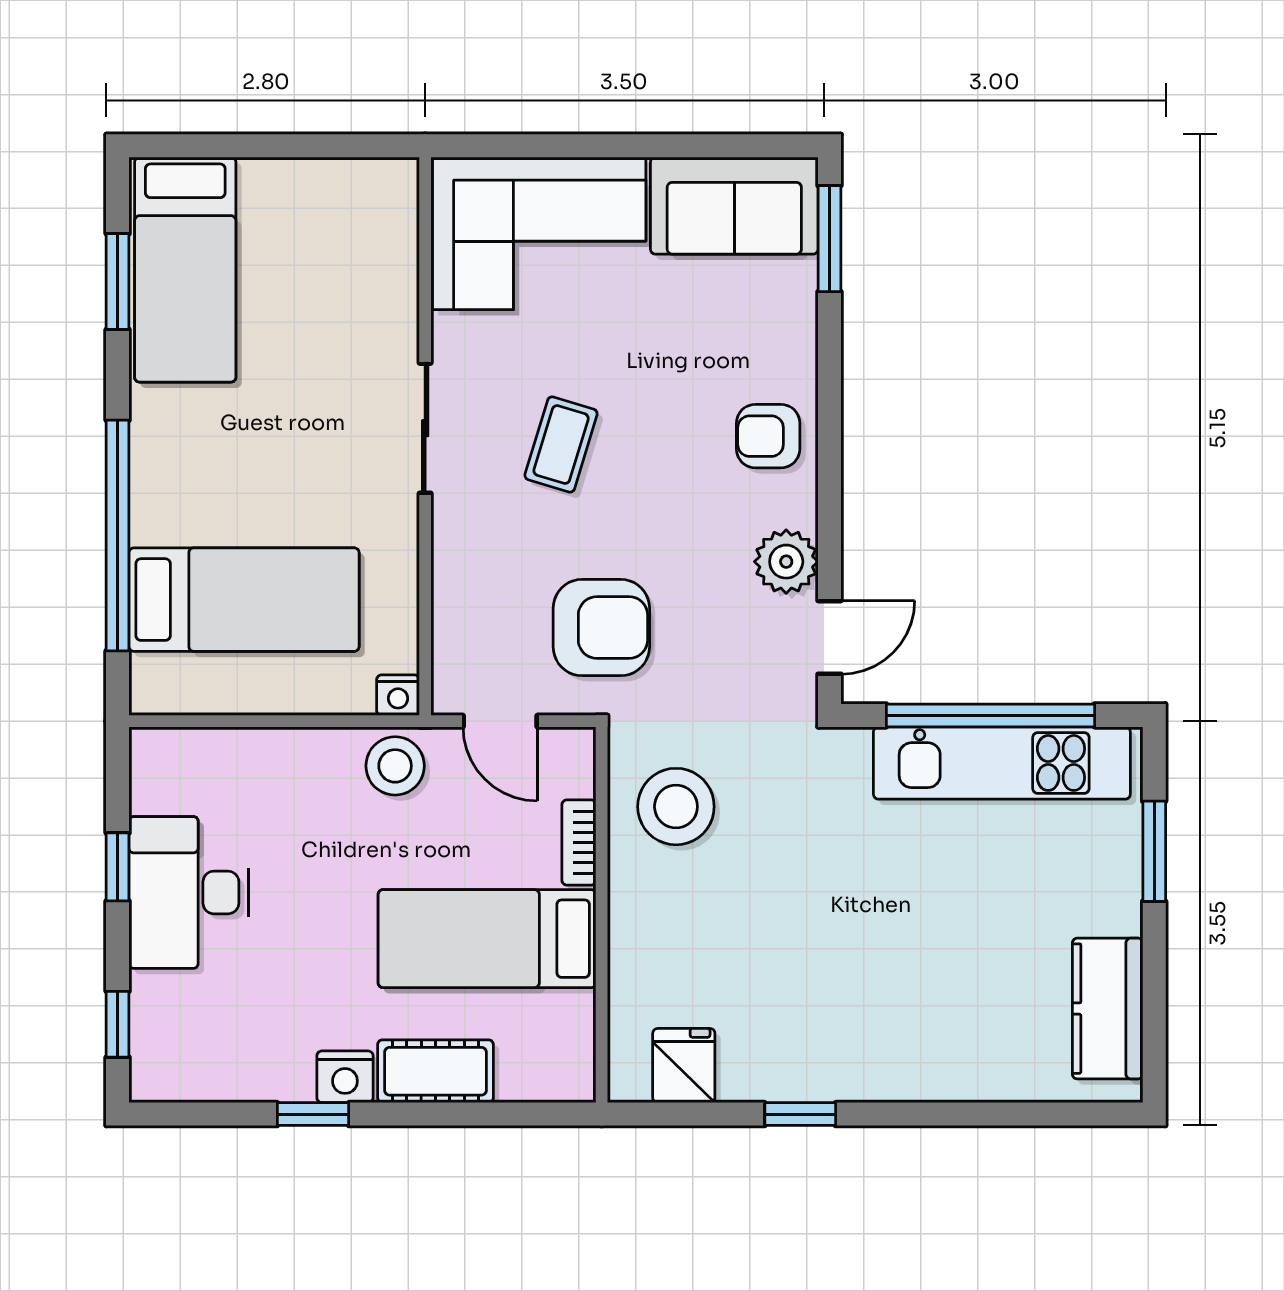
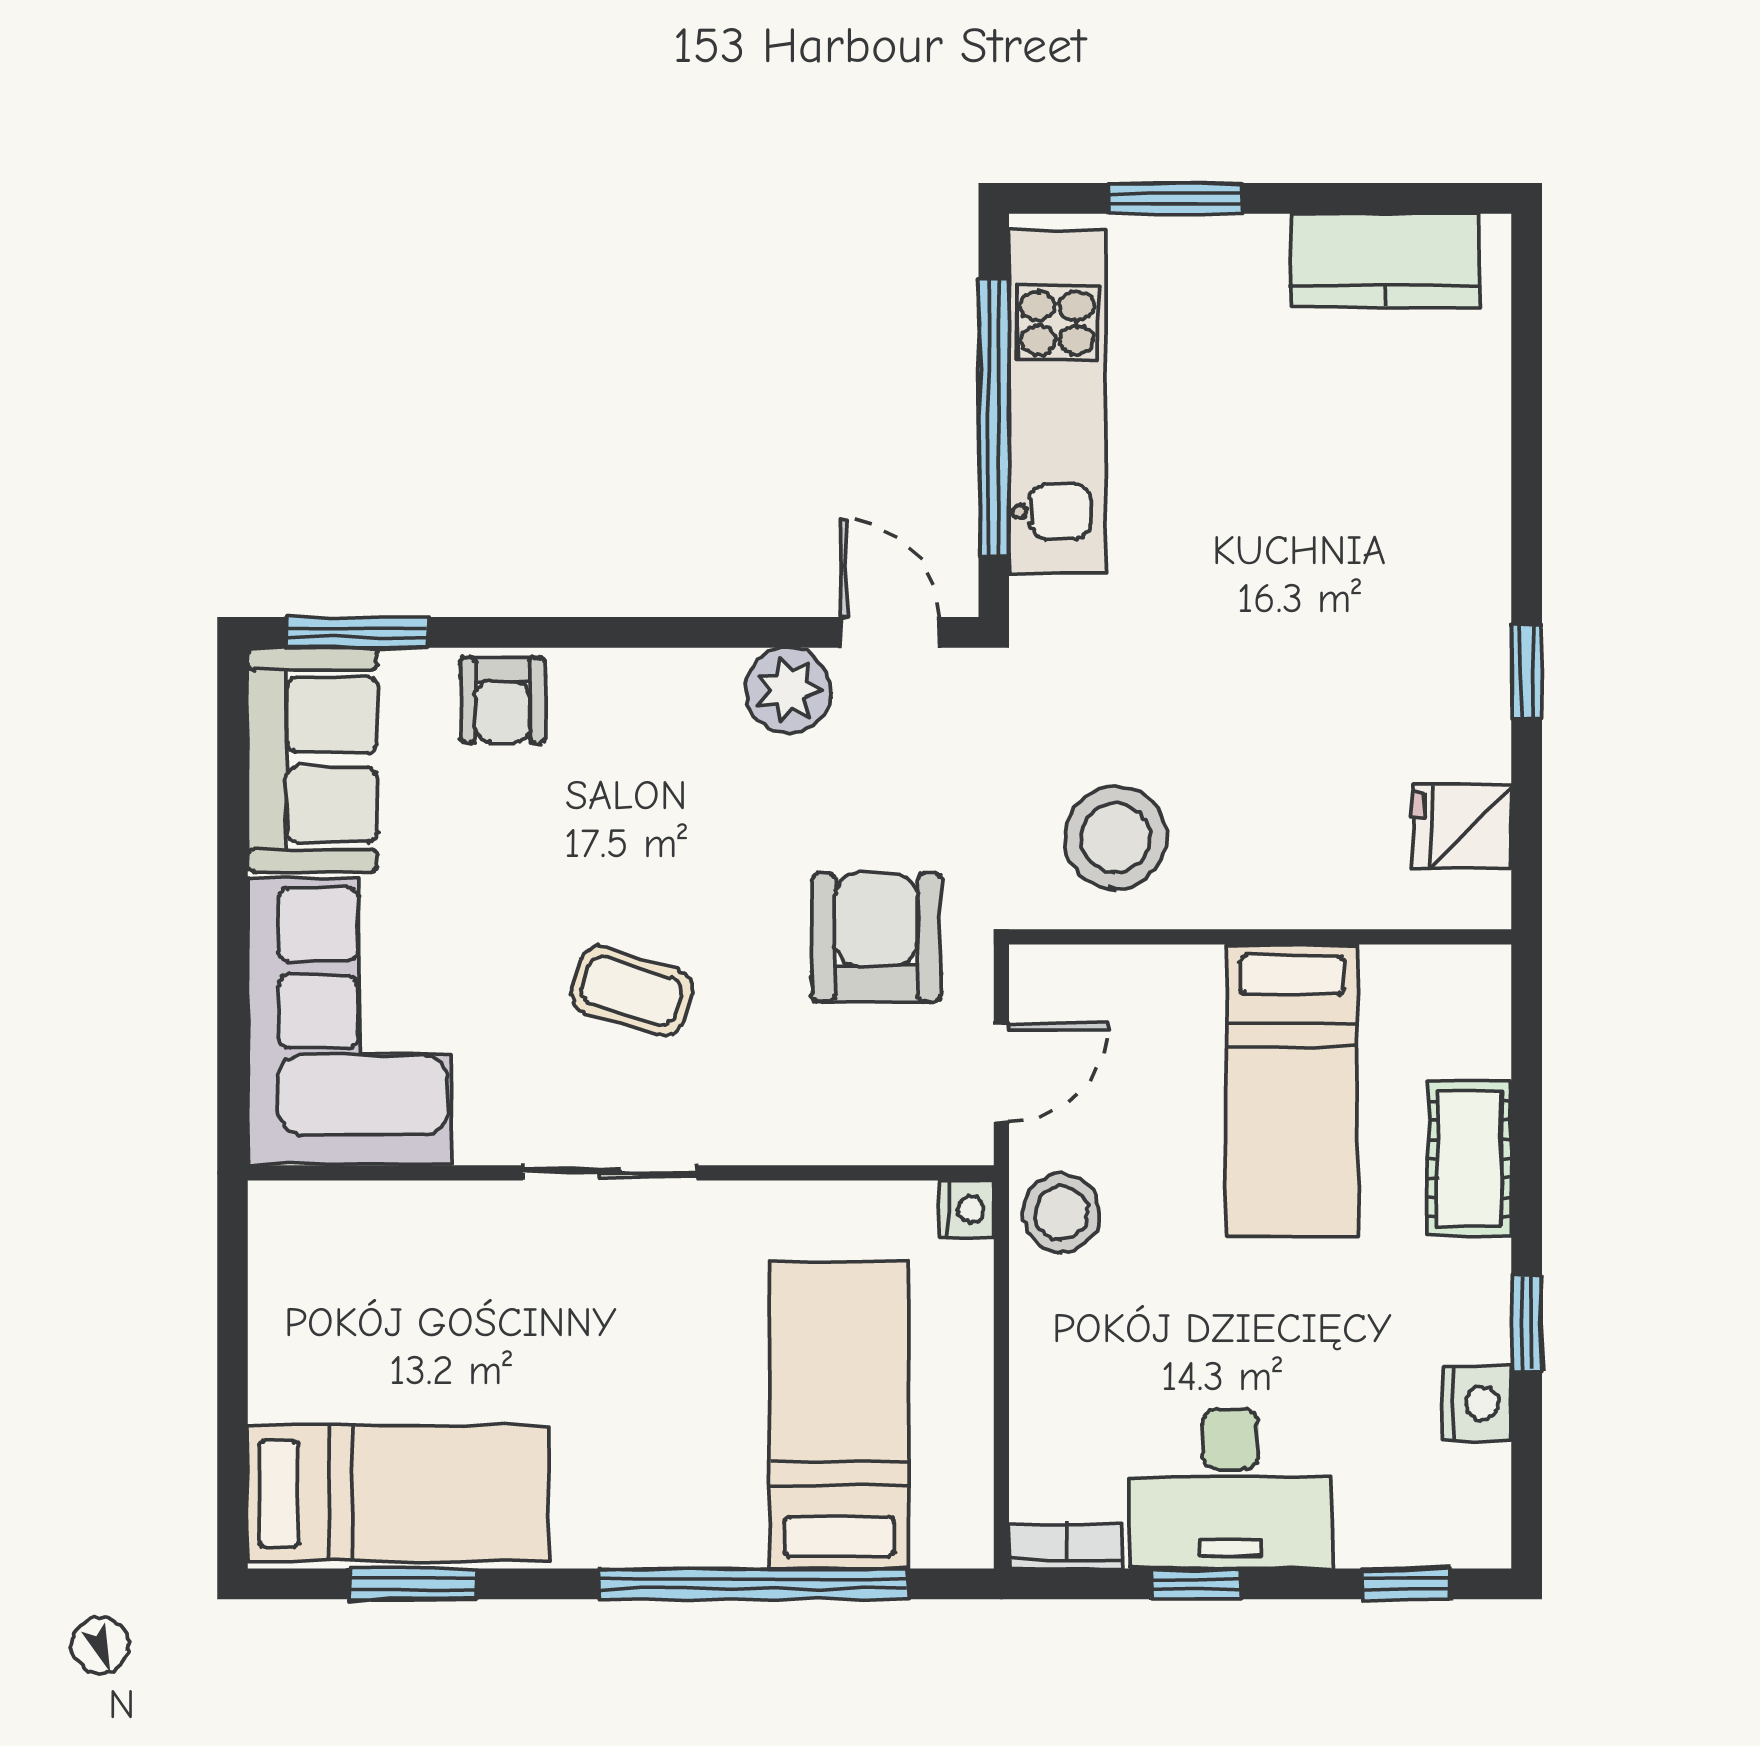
armchair: (768, 436) -> (503, 700), moved
bookcase: (579, 842) -> (1066, 1546), moved, turned 180
nightstand: (345, 1077) -> (1477, 1403), moved

